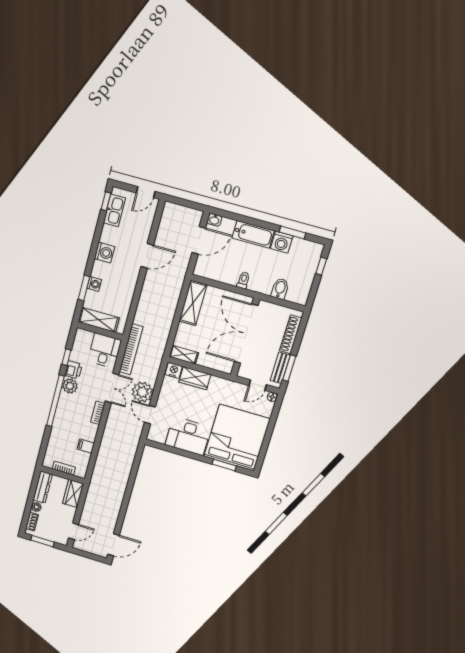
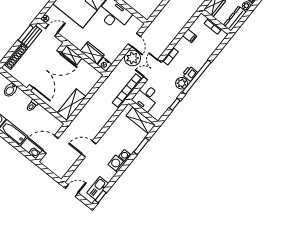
washing machine: (94, 284) -> (125, 156), moved
shelving: (184, 355) -> (72, 55), moved
printer: (73, 370) -> (190, 74), moved

